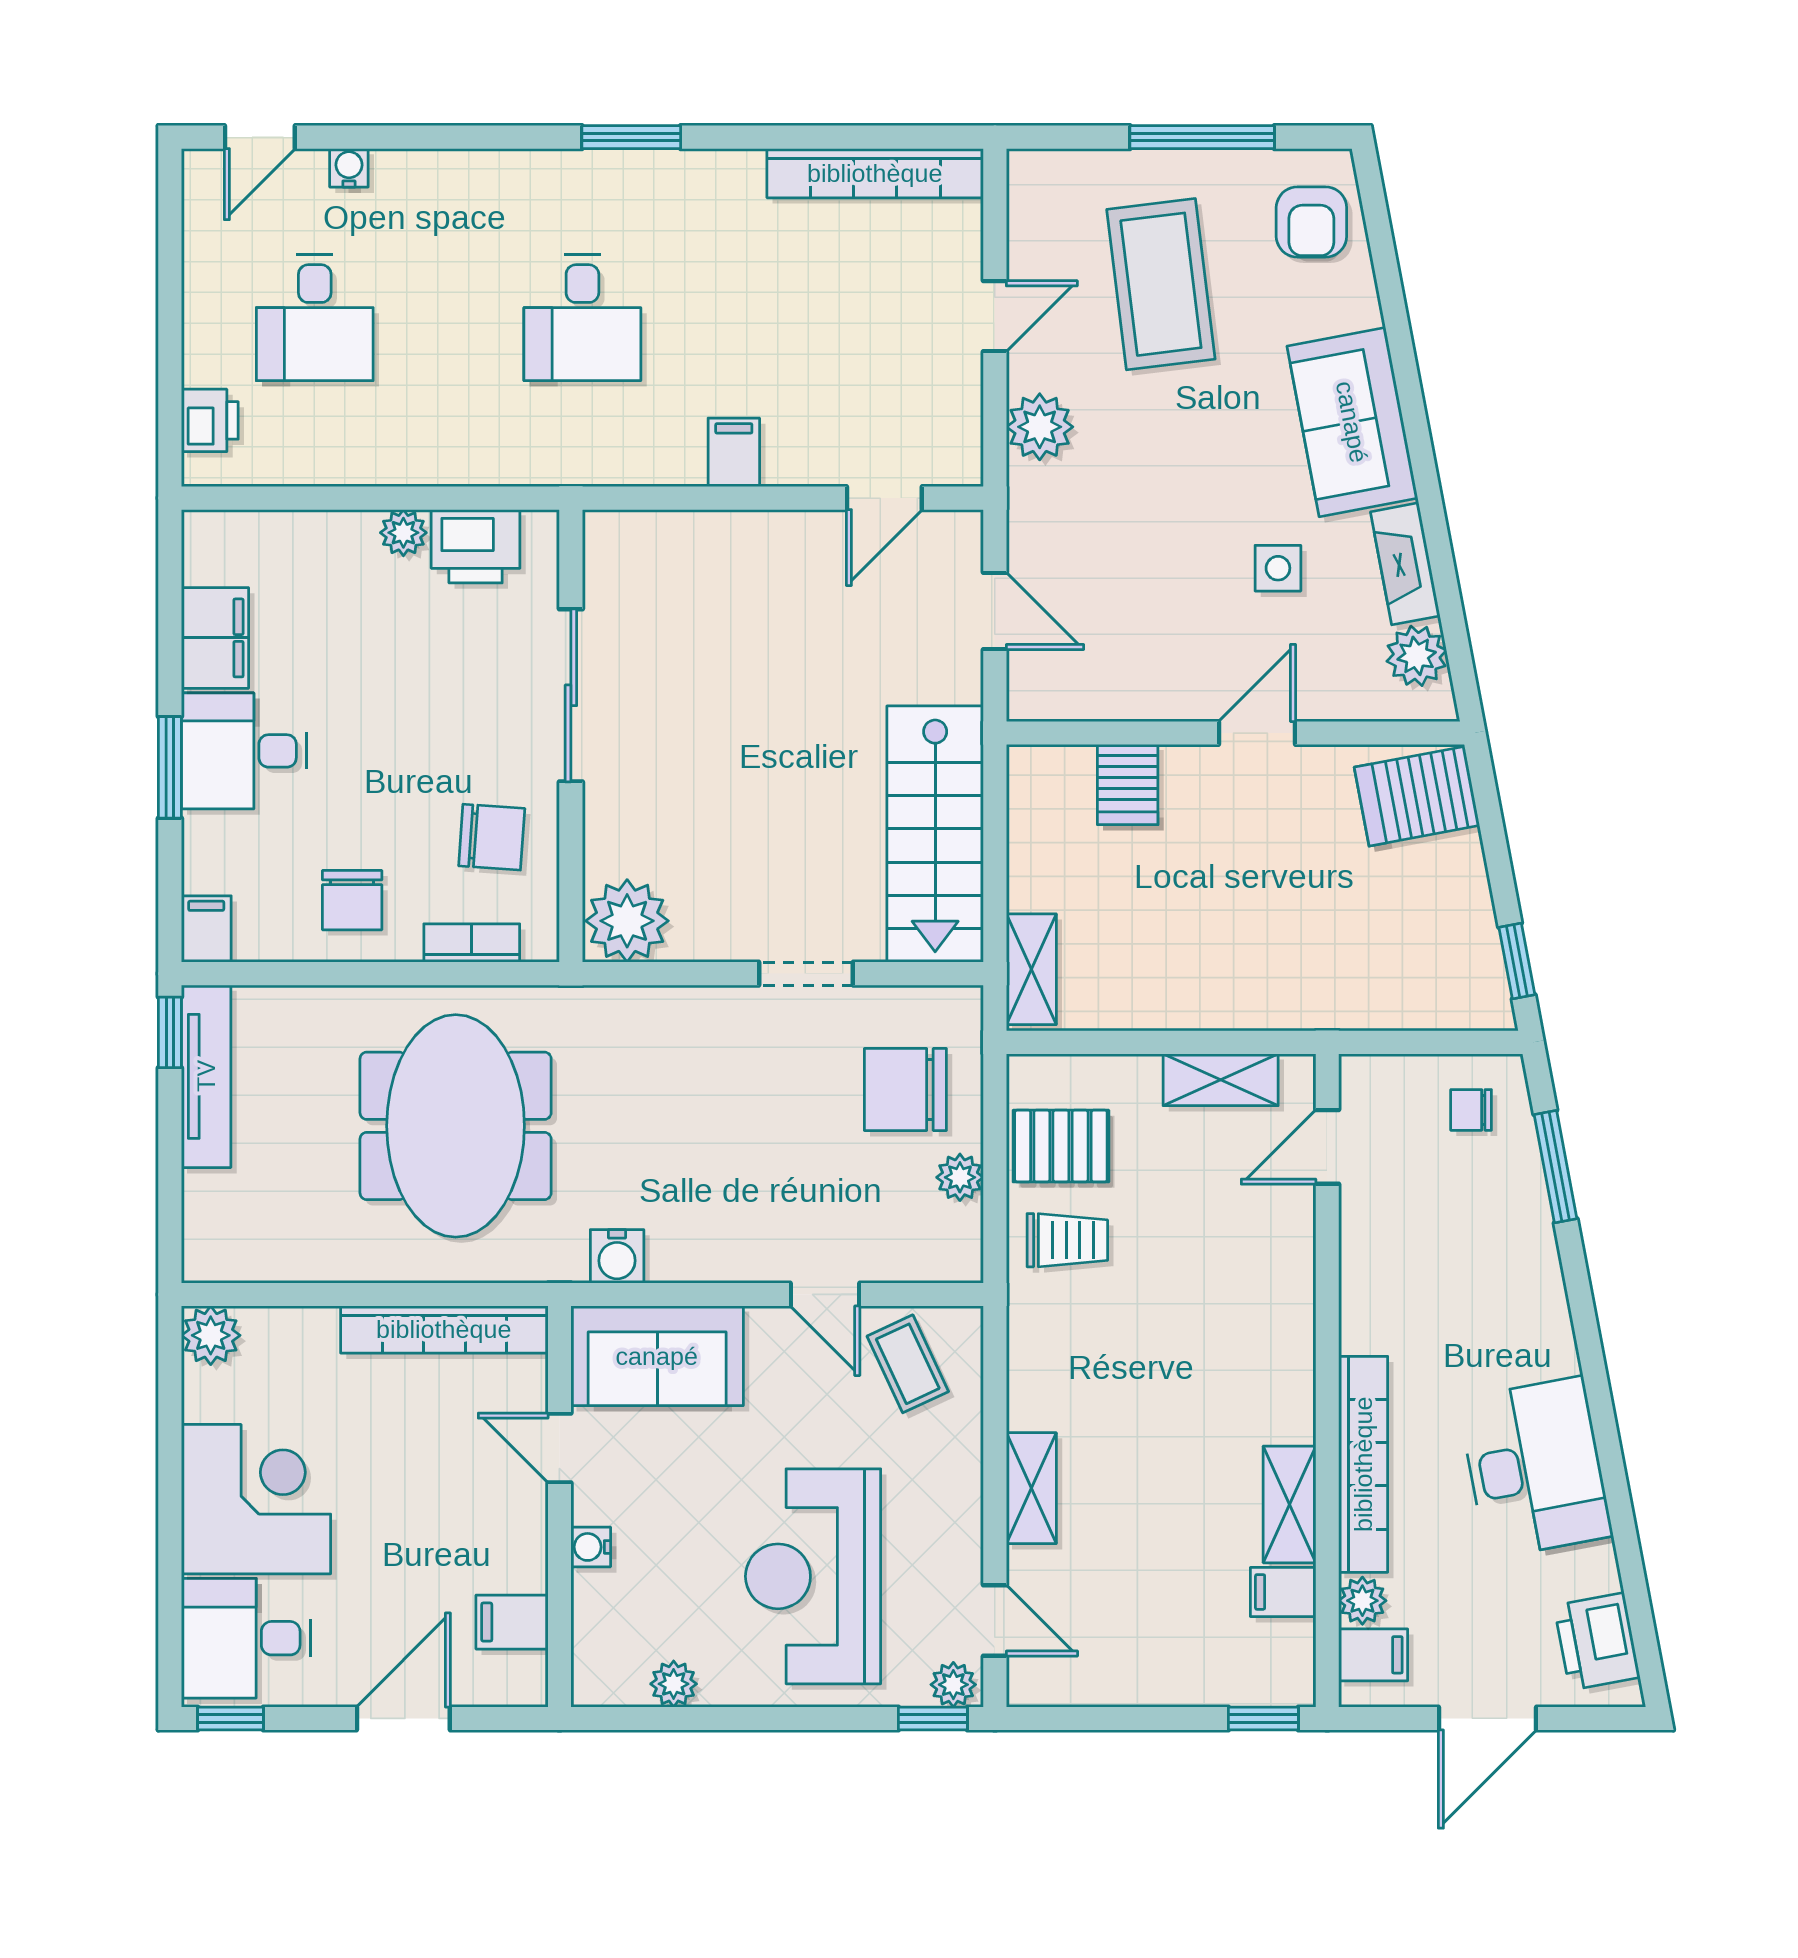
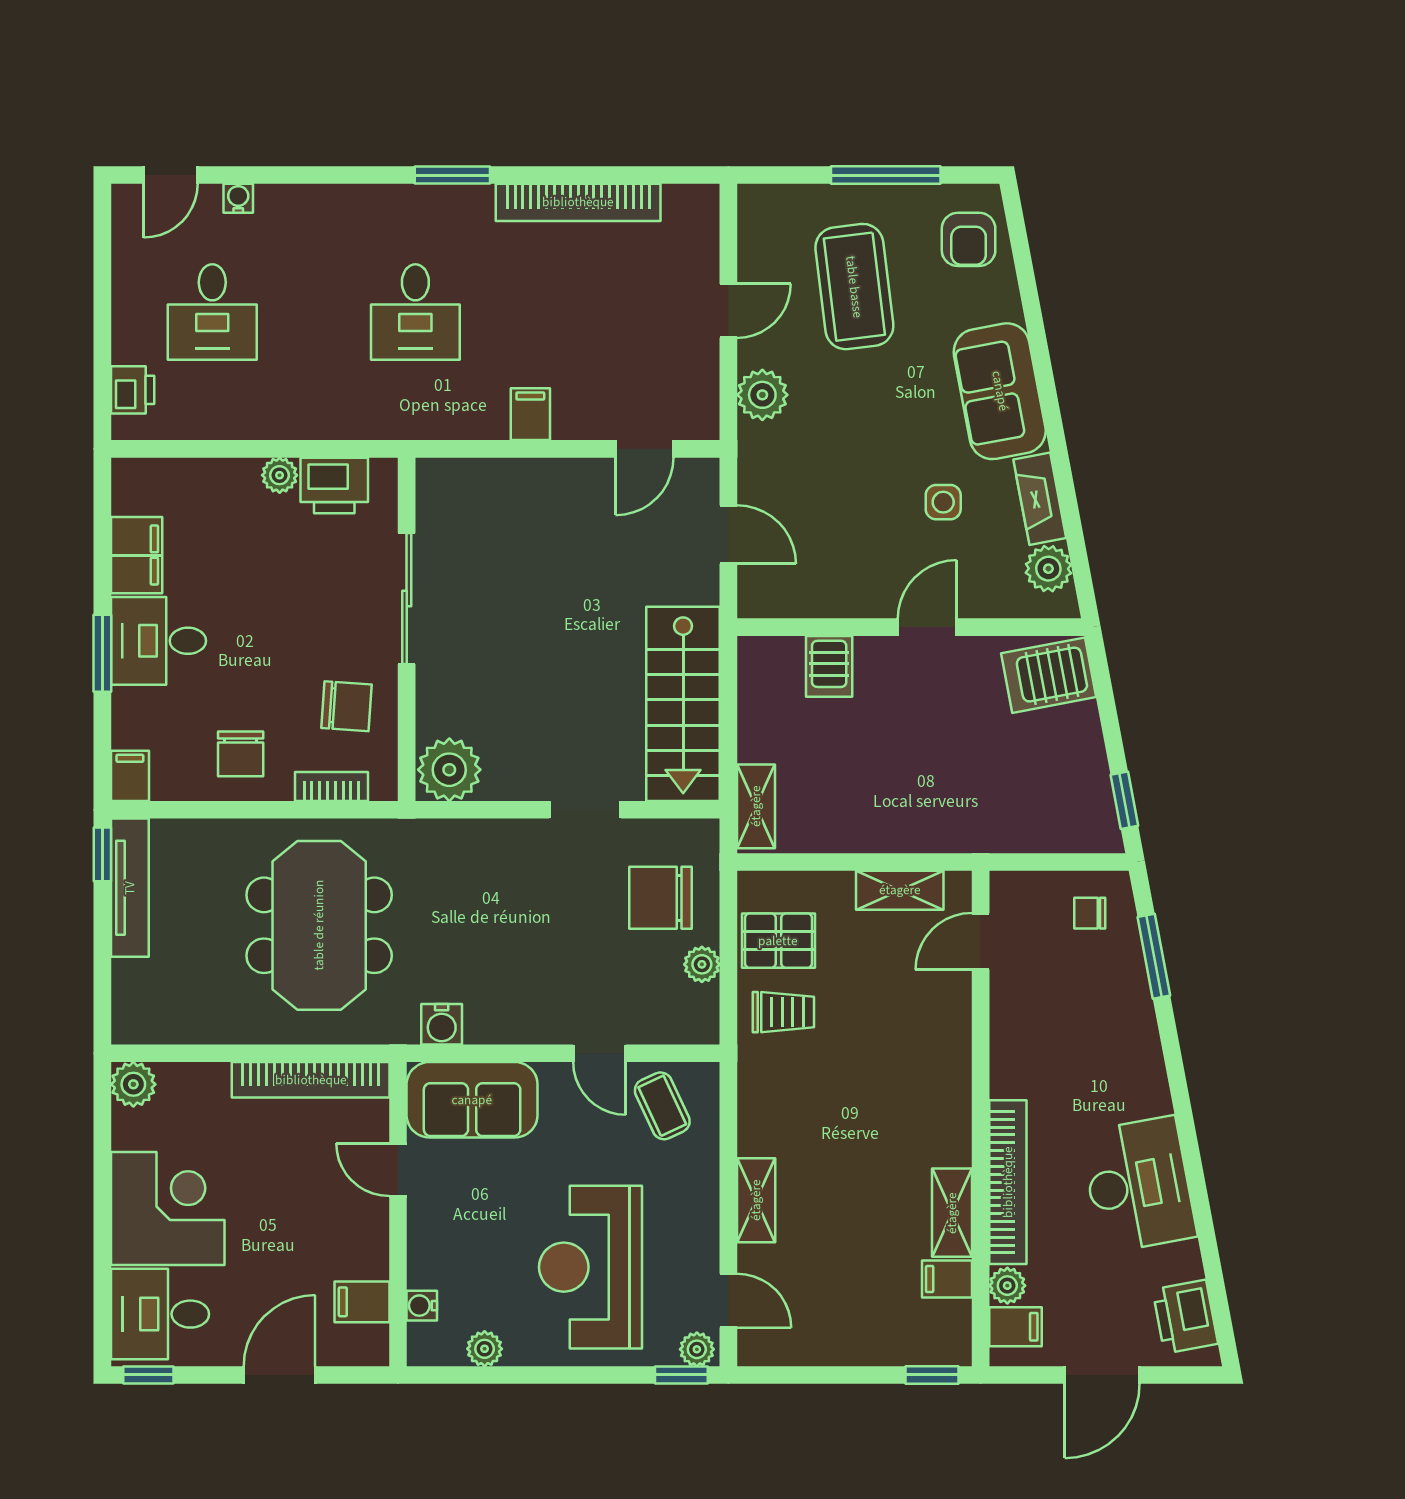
bookcase: (875, 173) -> (578, 202), moved
water cooler: (591, 1547) -> (422, 1306), moved

